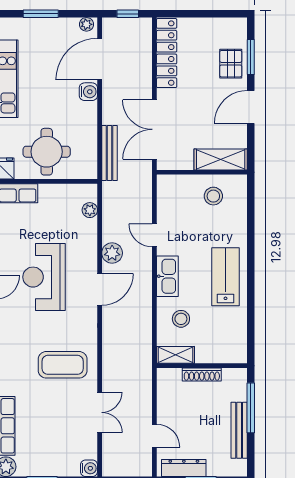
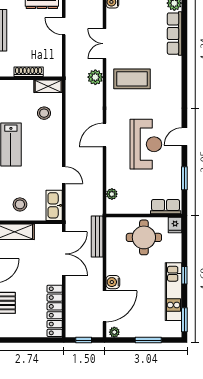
plant: (112, 253) -> (95, 77), moved
kitchen sink: (167, 276) -> (54, 205), moved

